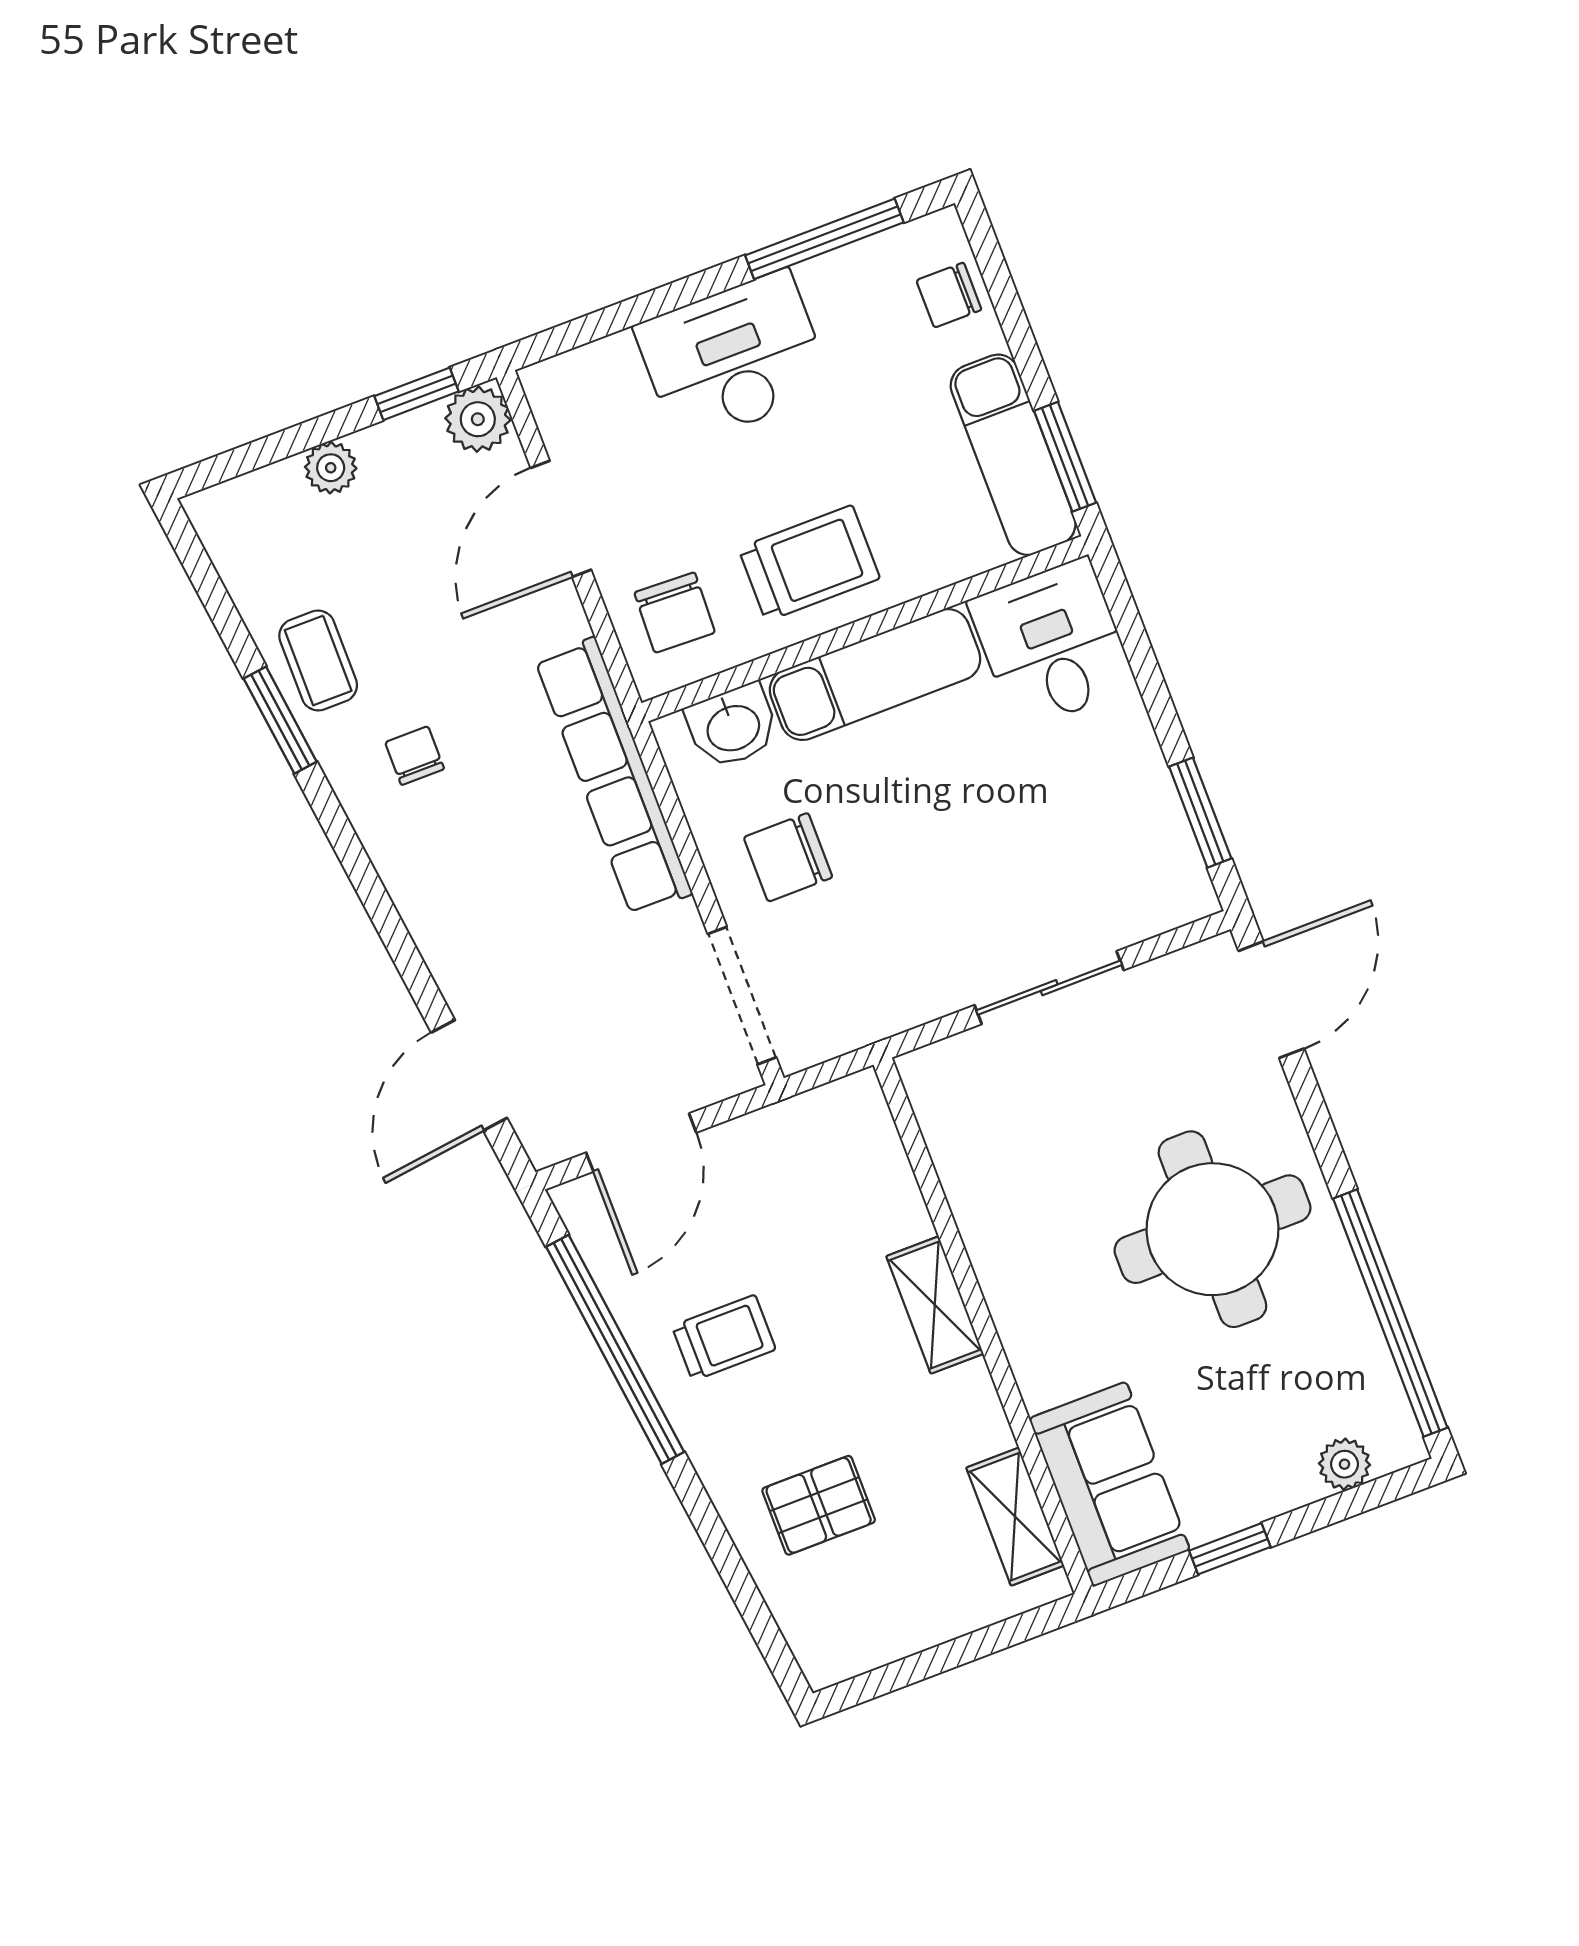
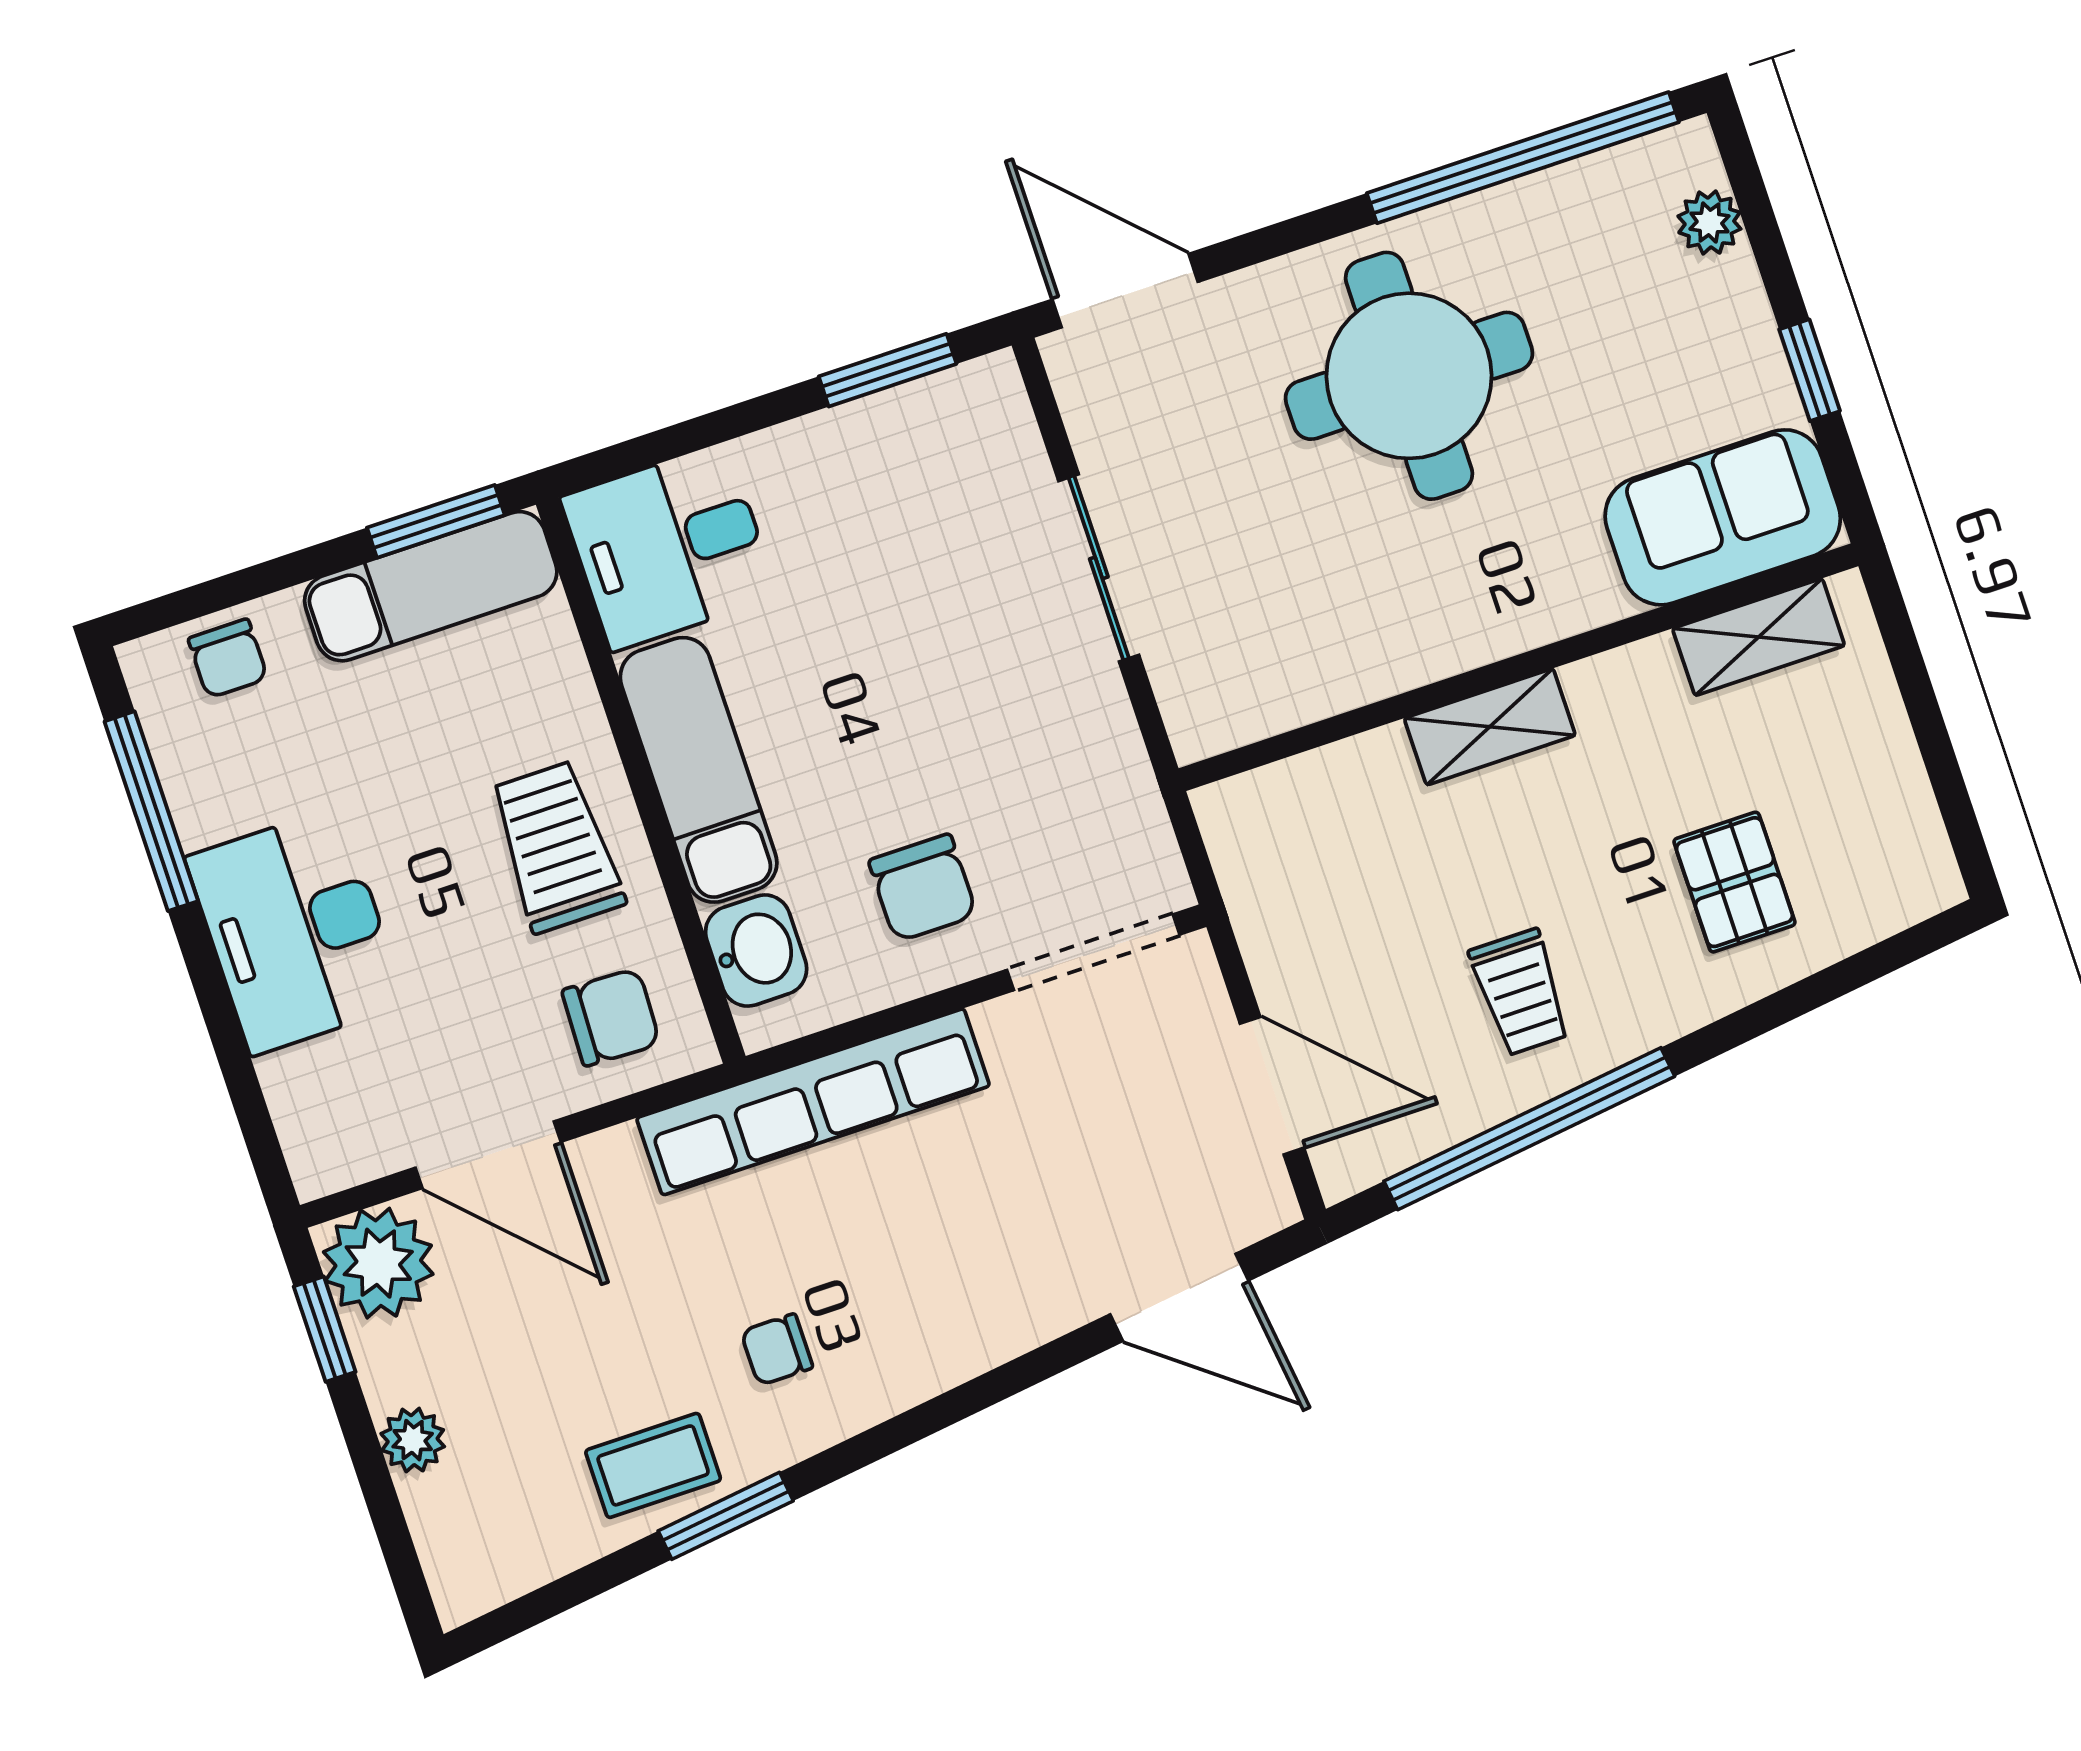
plant: (478, 419) -> (378, 1263), width x1.36, depth x1.36
trolley: (724, 1338) -> (1520, 992), turned 180

